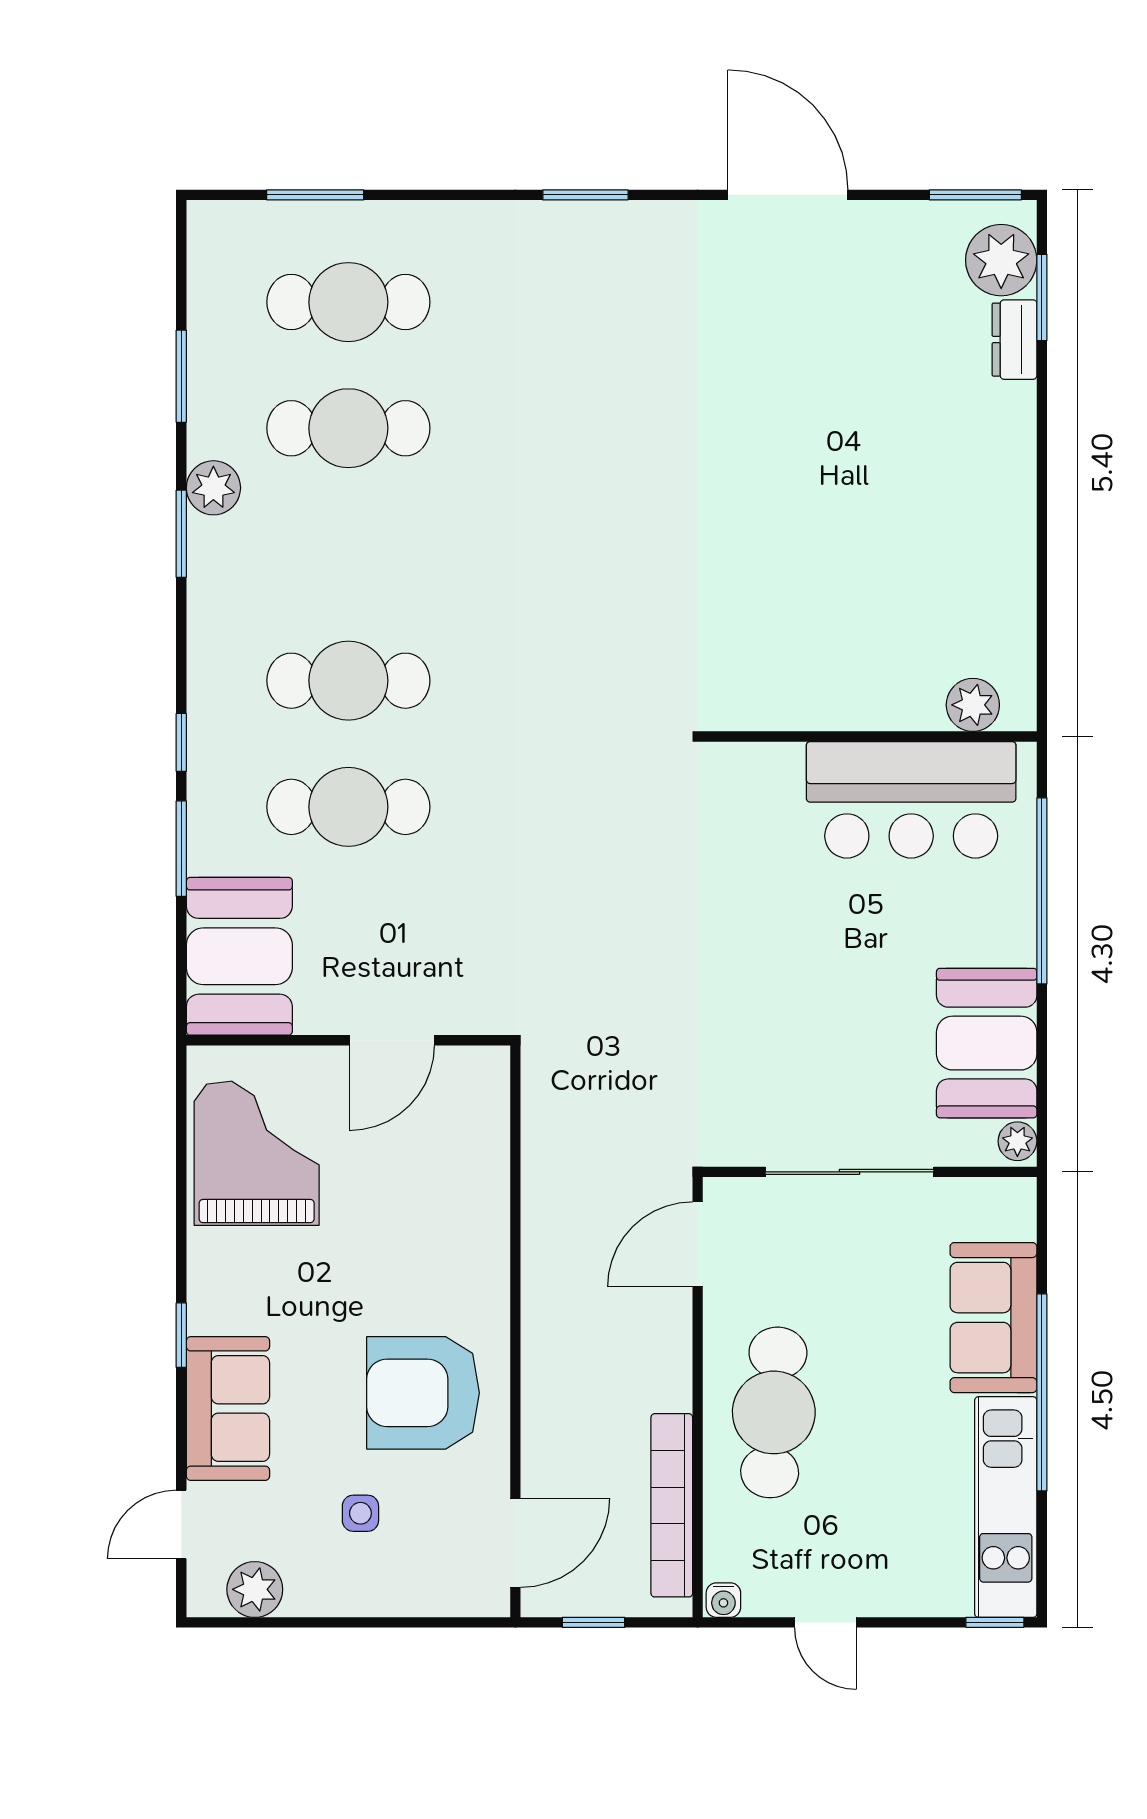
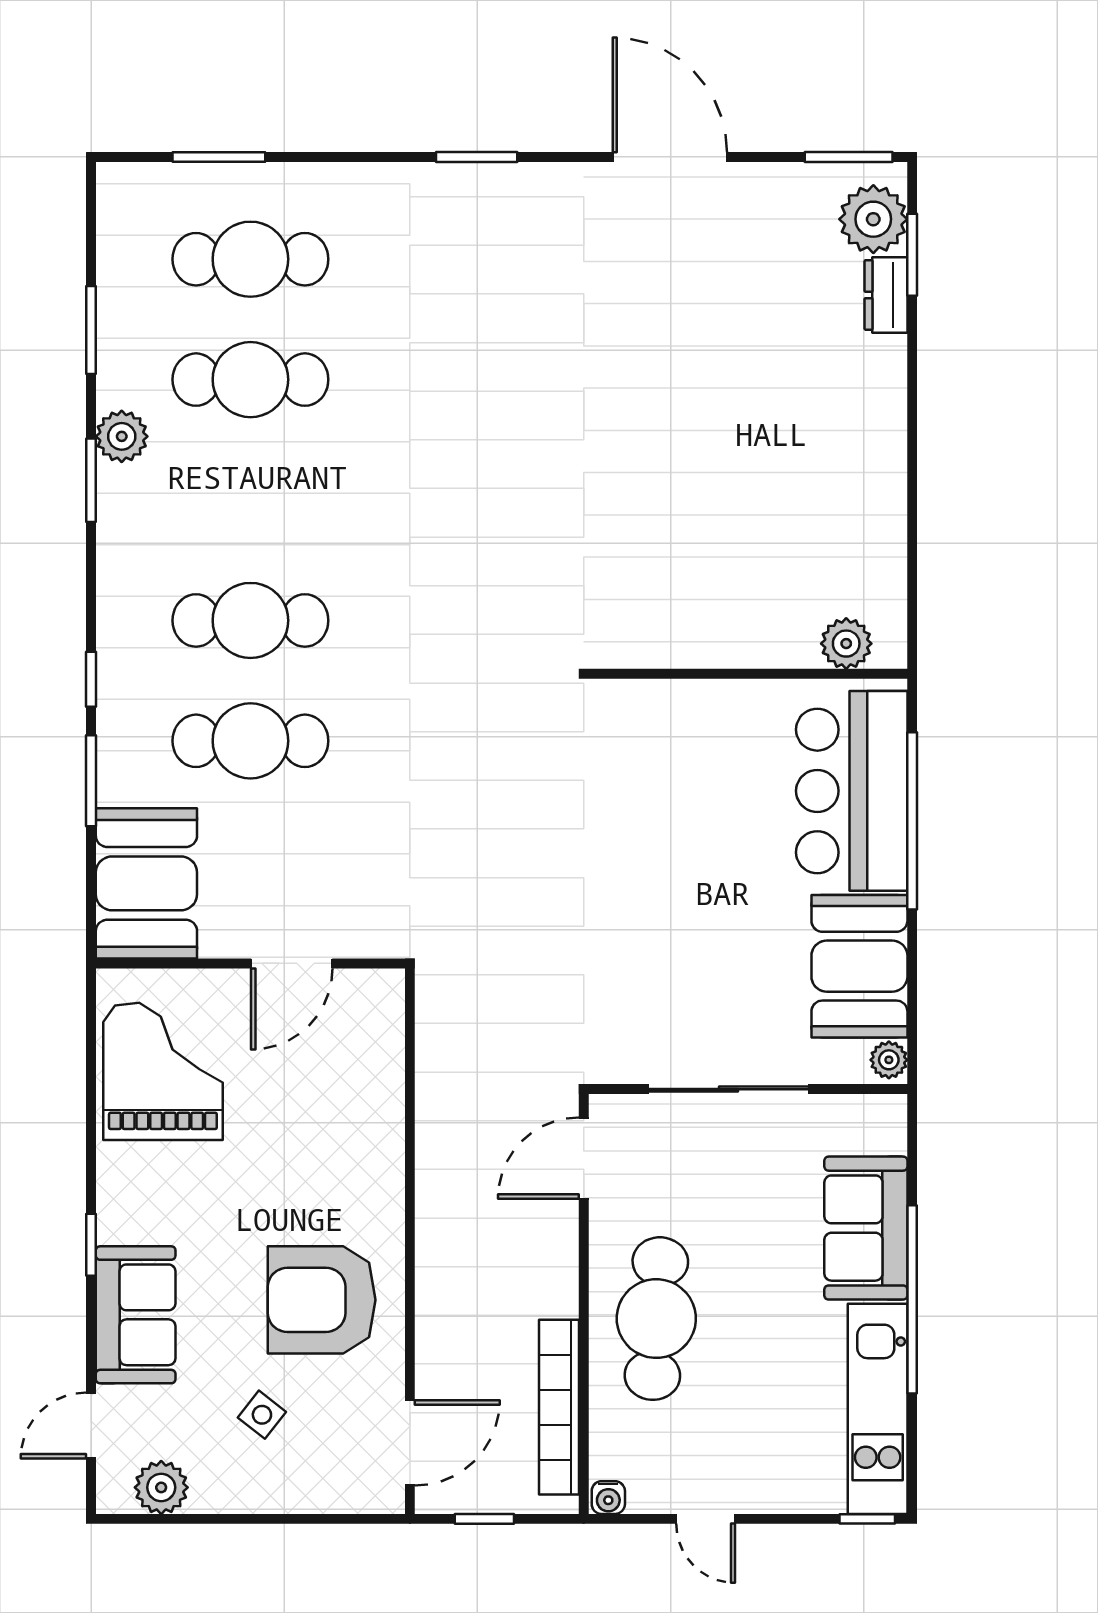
bar counter: (911, 800) -> (852, 791), moved, turned 90
side table: (360, 1513) -> (262, 1415), turned 38

